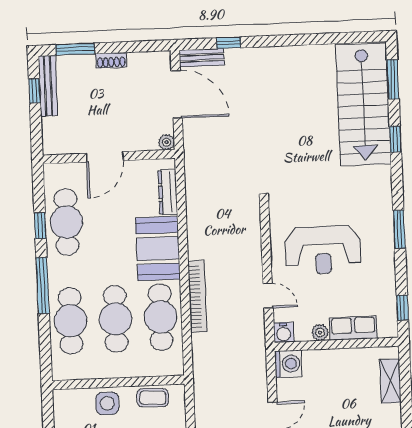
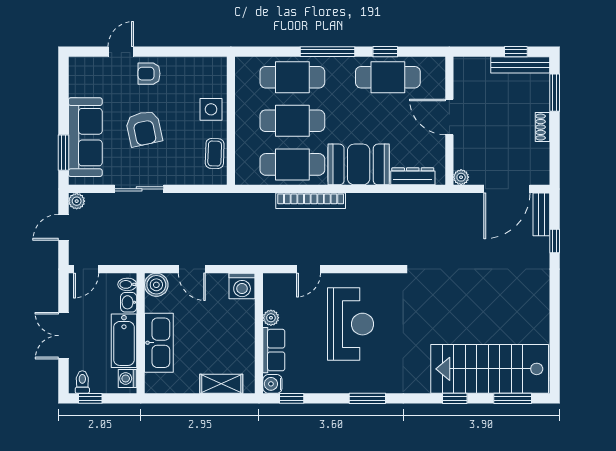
reception desk: (323, 250) -> (351, 324), turned 180
water cooler: (284, 332) -> (272, 384), moved

